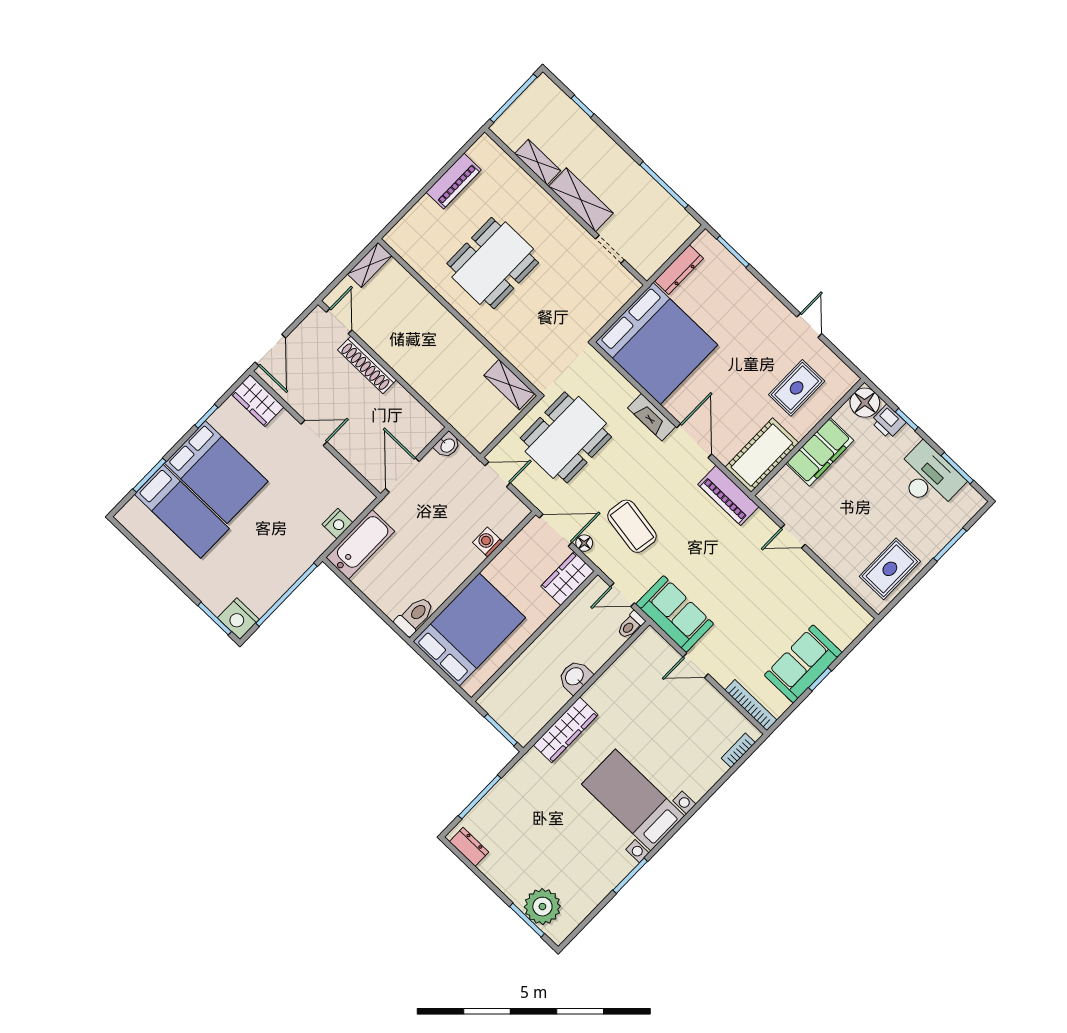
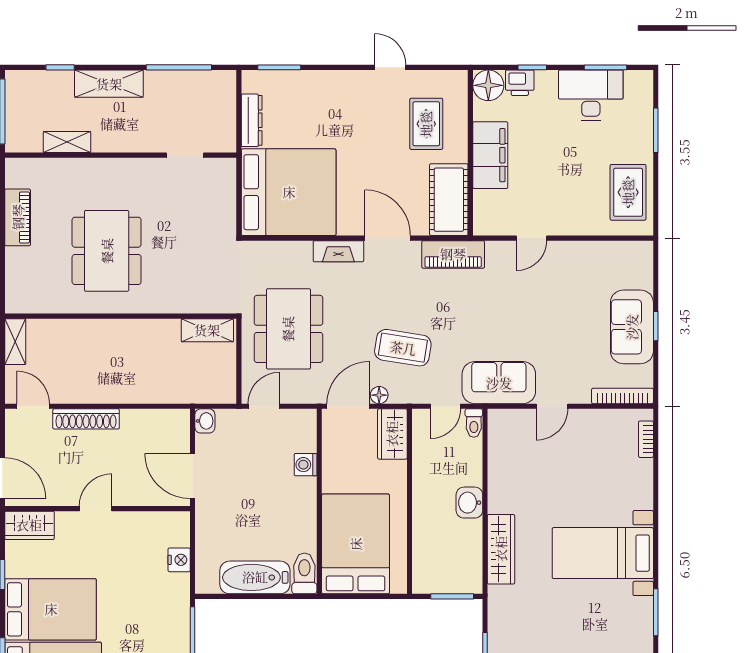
shelving: (581, 200) -> (109, 84), moved
bathtub: (360, 544) -> (255, 577), moved, turned -90

